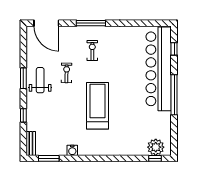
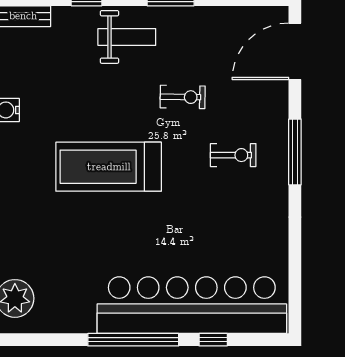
window: (174, 49) -> (213, 340), moved
weight bench: (40, 80) -> (127, 37), moved
treadmill: (97, 106) -> (109, 167), turned 180

